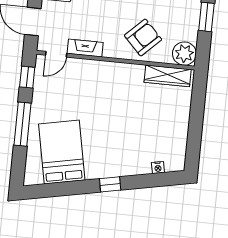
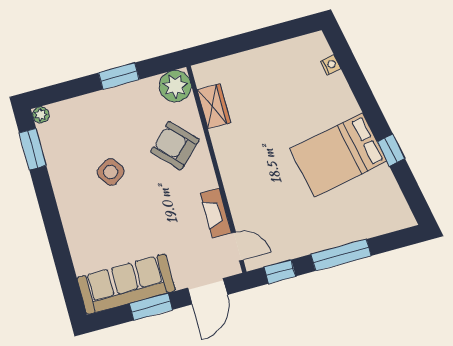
wardrobe: (168, 76) -> (214, 106), width x0.67
bed: (62, 152) -> (339, 155), moved
window: (110, 184) -> (391, 150), moved

